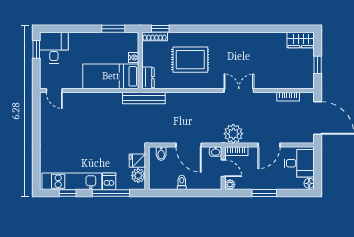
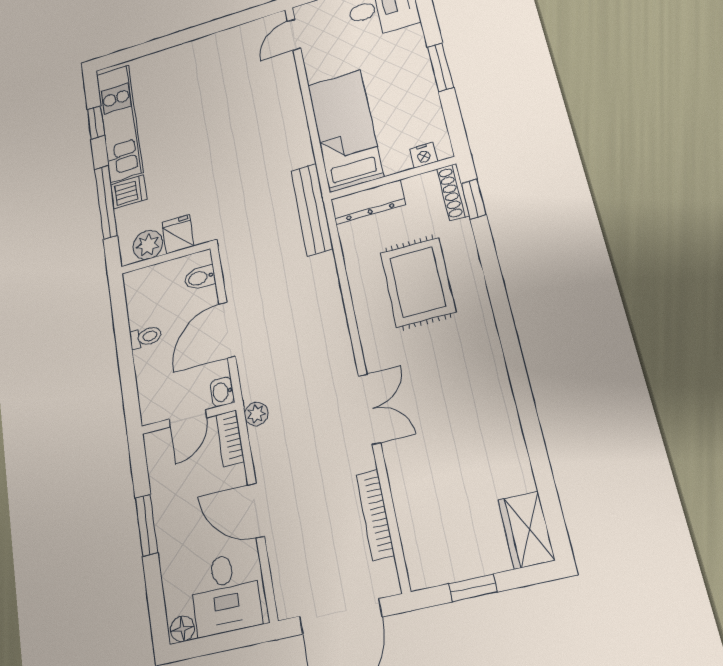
window: (113, 29) -> (440, 67), moved
nightstand: (134, 58) -> (424, 155), moved
dresser: (148, 78) -> (368, 202), width x1.44
bookcase: (288, 97) -> (375, 515), width x1.56
plant: (233, 134) -> (256, 414), width x0.53, depth x0.53
plant: (230, 185) -> (155, 442), removed

